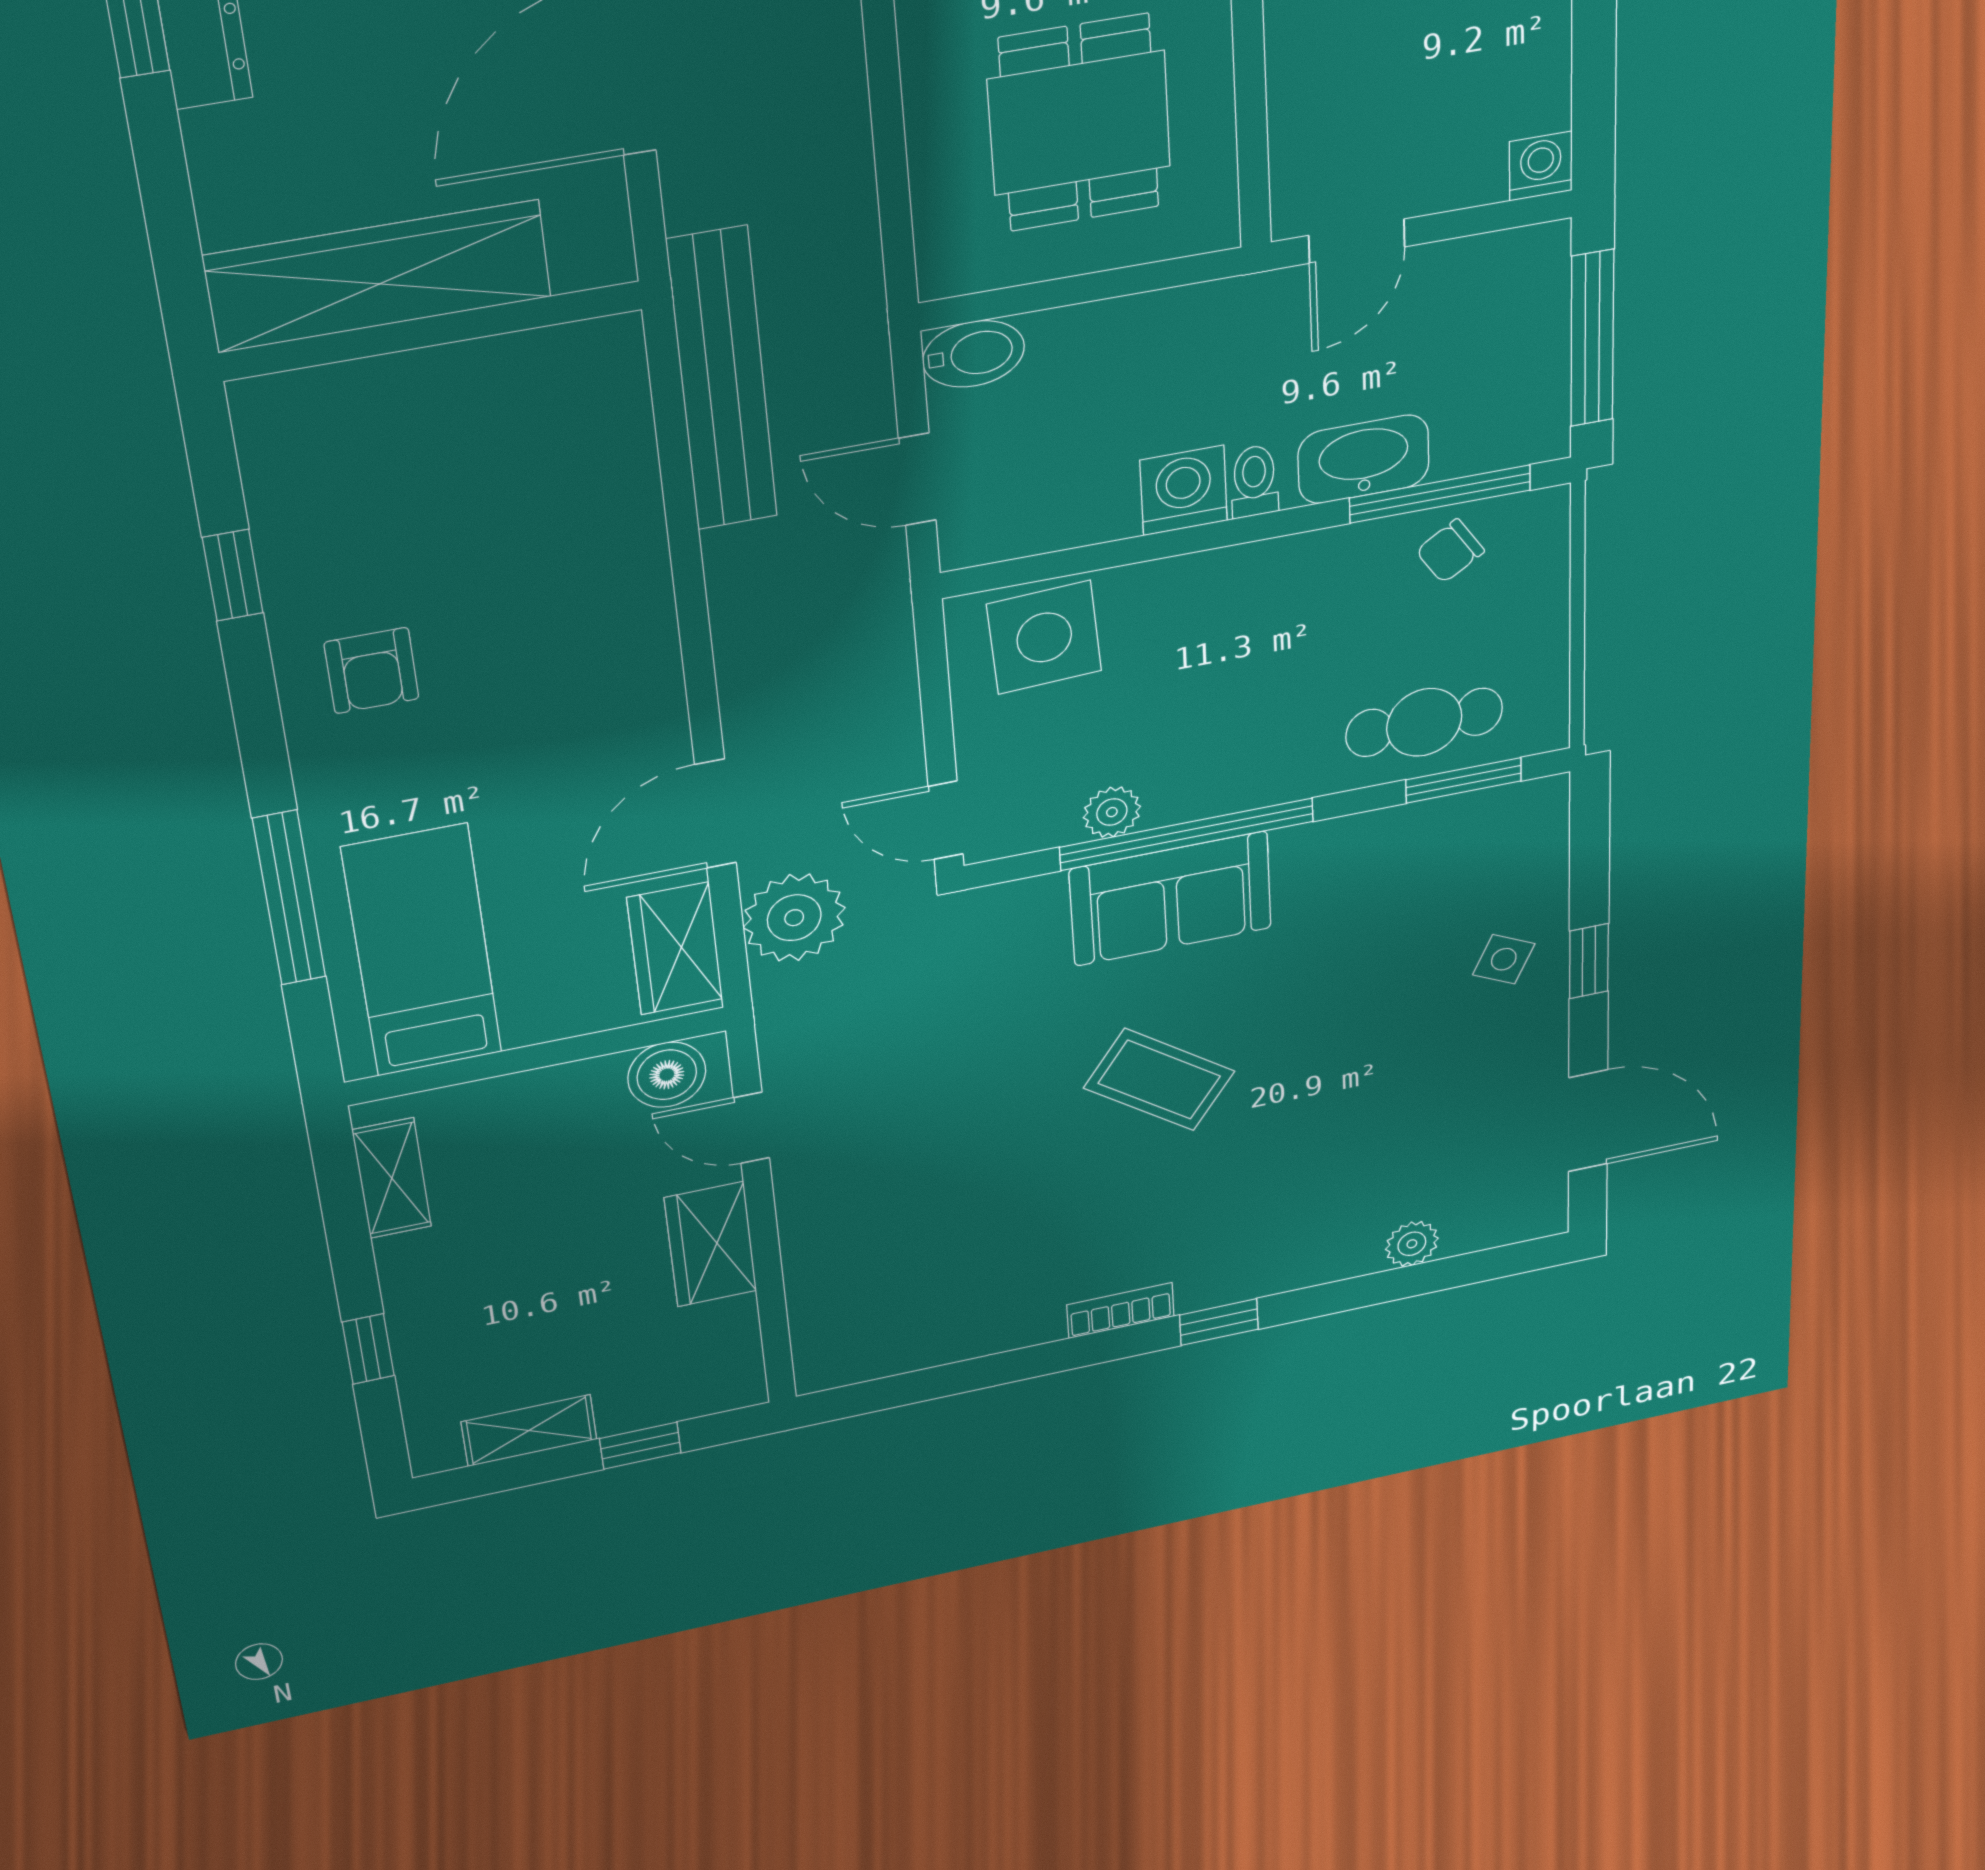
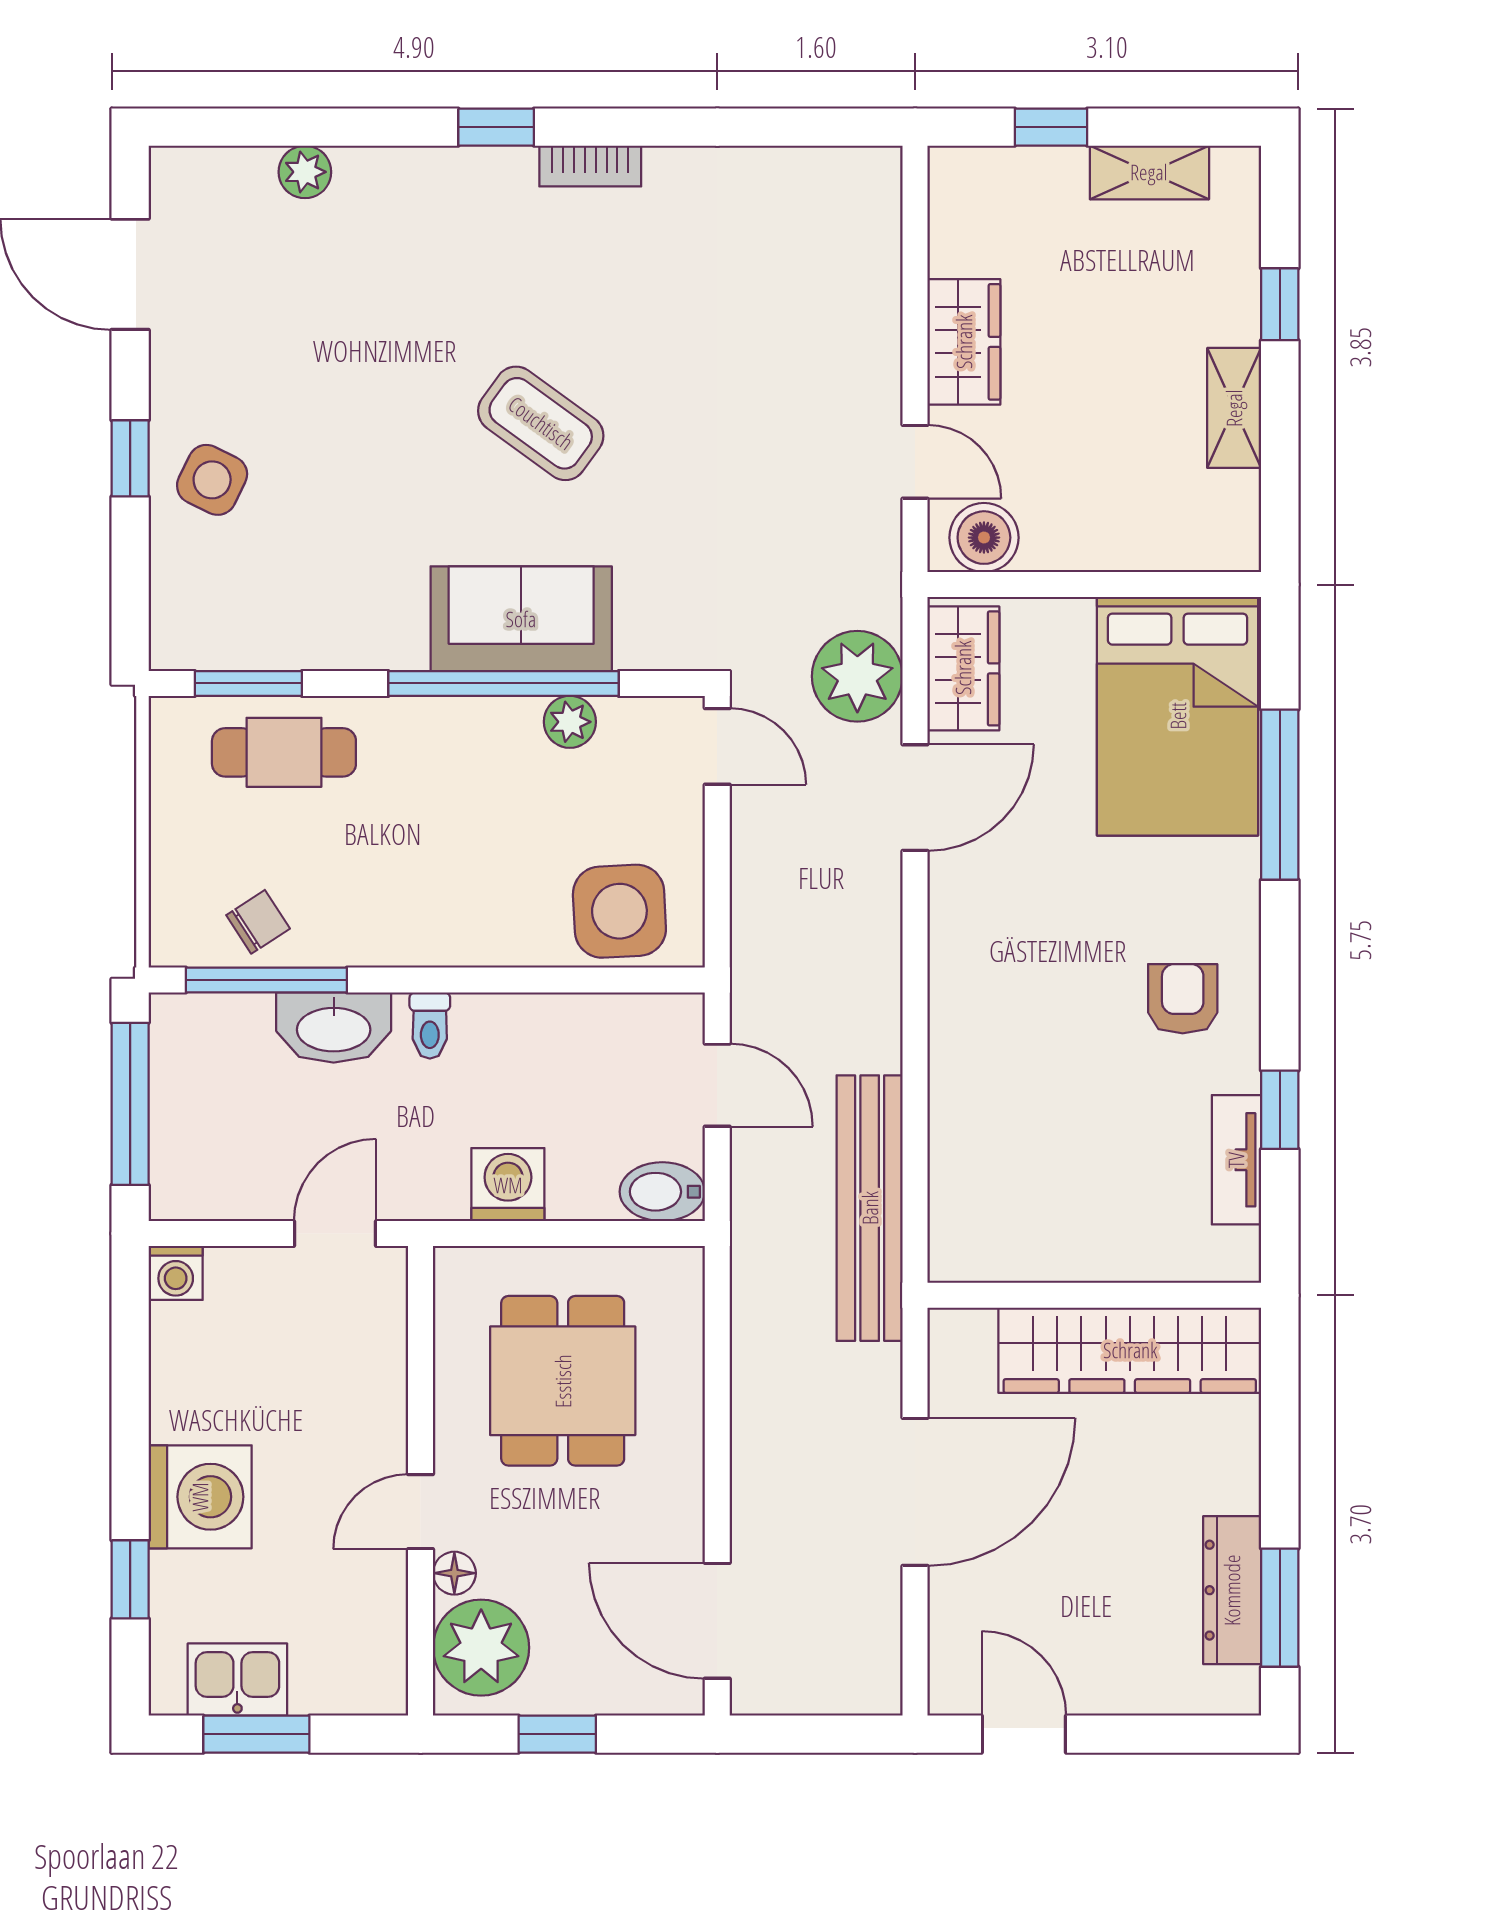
washing machine: (1184, 490) -> (508, 1185), moved, turned 180
tv unit: (277, 512) -> (1236, 1160), added
bed: (422, 951) -> (1178, 716), width x1.50
side table: (1504, 959) -> (212, 480), width x1.37, depth x1.37
shelving: (392, 1178) -> (1234, 408), moved

